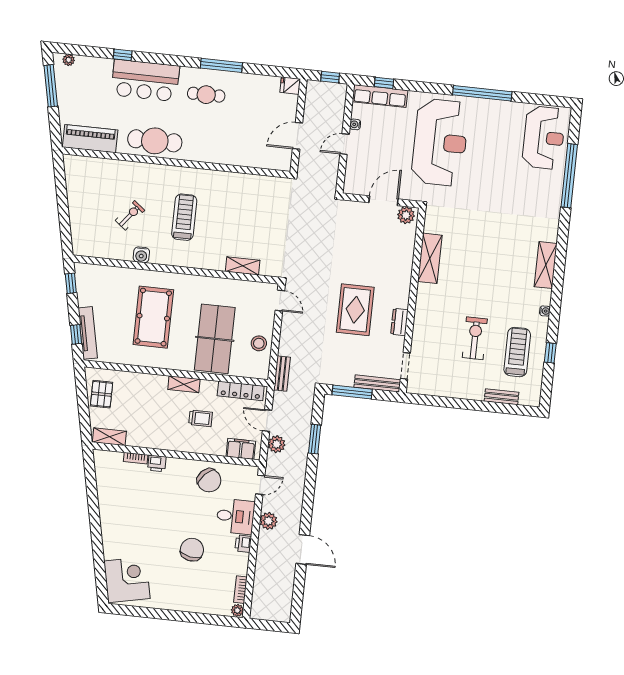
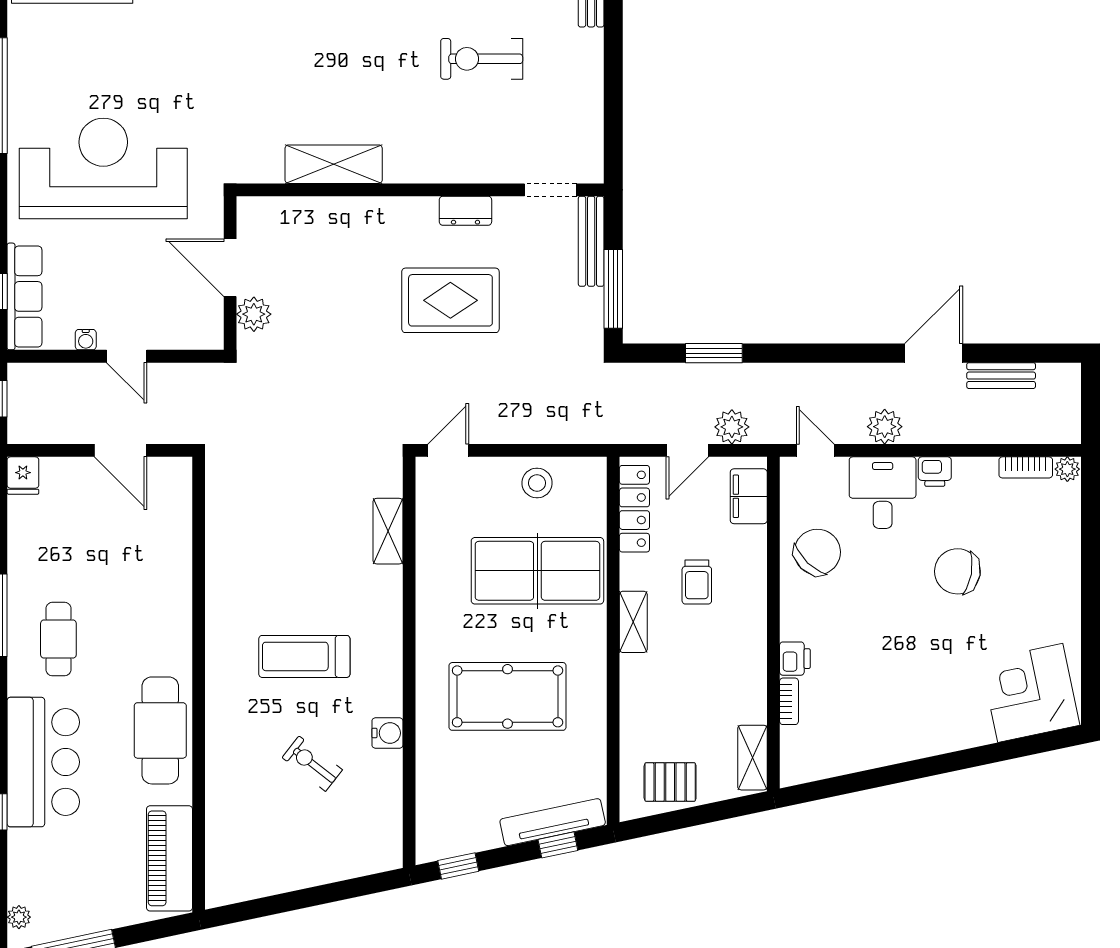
plant: (406, 215) -> (254, 314), moved
bench: (282, 374) -> (1001, 376), moved
trolley: (200, 418) -> (697, 582), turned 180

